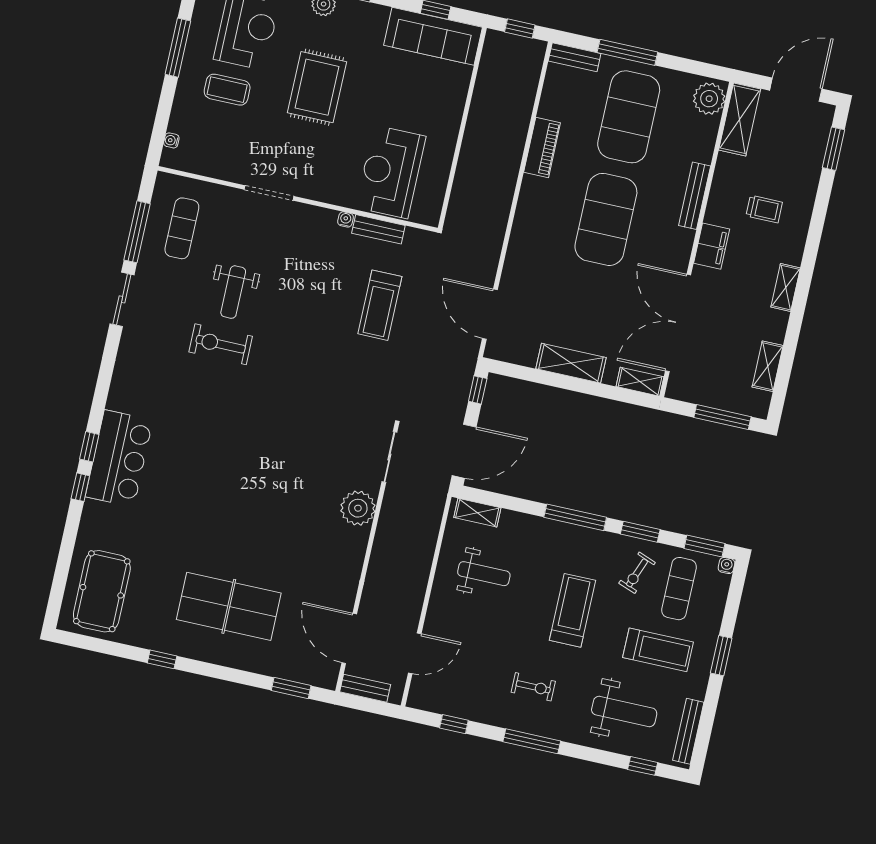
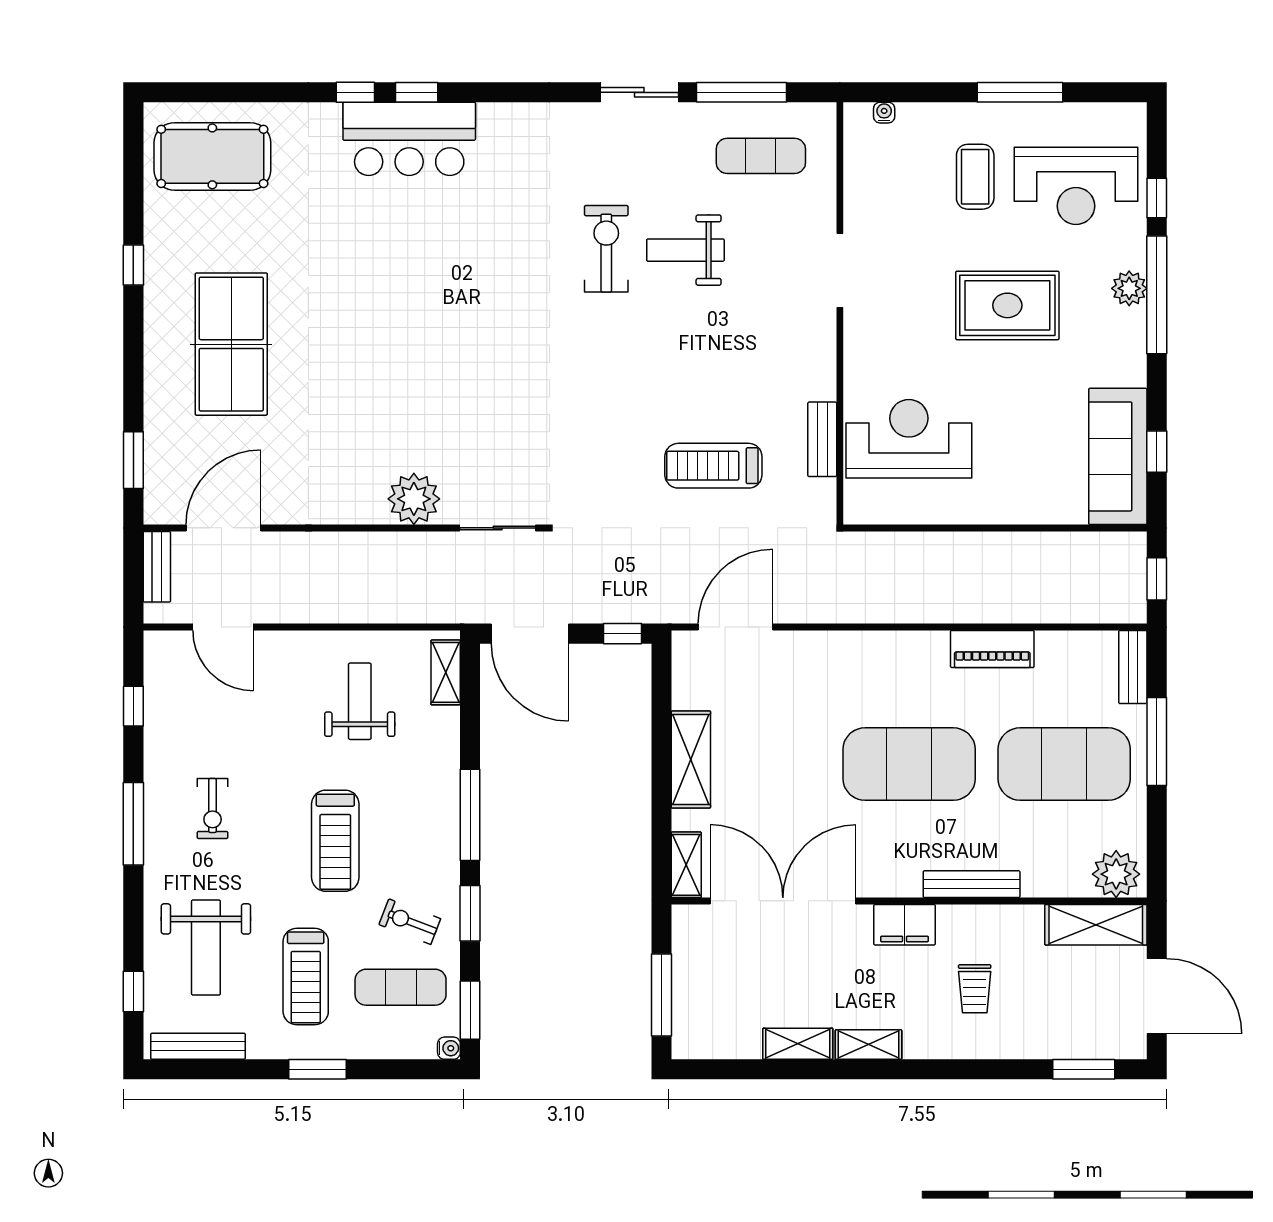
water cooler: (346, 219) -> (826, 389), removed
shelving: (768, 366) -> (798, 1044), moved
weight bench: (484, 574) -> (360, 701), turned 180
treadmill: (573, 610) -> (335, 841), turned 90

